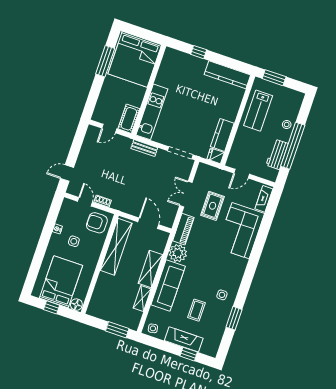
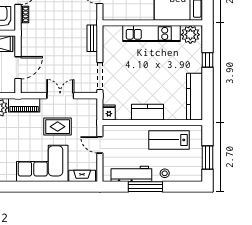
plant: (171, 60) -> (190, 35), added
window: (274, 78) -> (207, 158), moved
kitchen unit: (152, 112) -> (152, 33), moved
cot: (129, 119) -> (116, 13), removed
kitchen counter: (222, 135) -> (148, 112), moved
window: (293, 146) -> (145, 187), width x0.68
workbench: (277, 154) -> (131, 174), width x1.38

